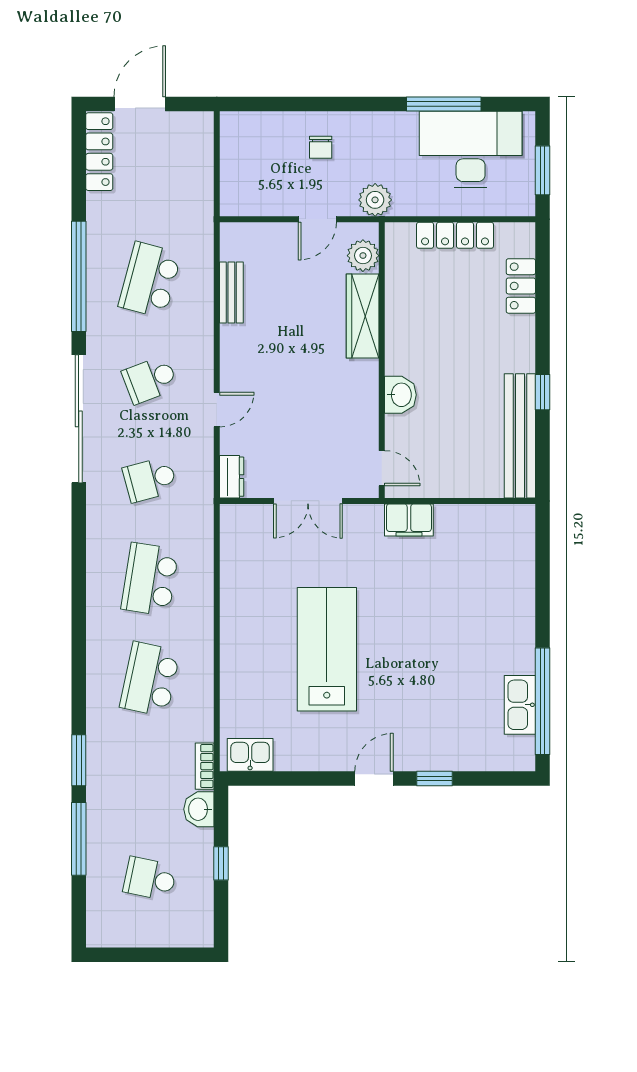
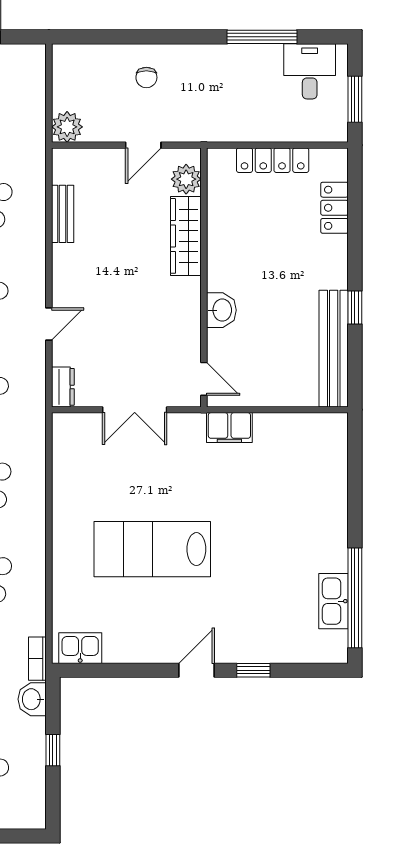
desk: (471, 149) -> (310, 71), width x0.53, depth x0.77
plant: (375, 200) -> (67, 127), moved
lab bench: (327, 649) -> (152, 549), turned -90

